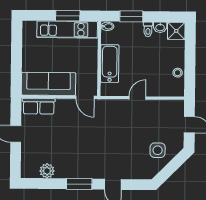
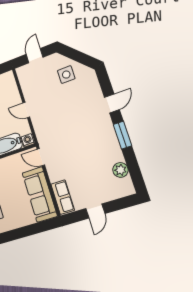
washing machine: (106, 89) -> (28, 140), added
door: (85, 97) -> (41, 157), swing flipped

